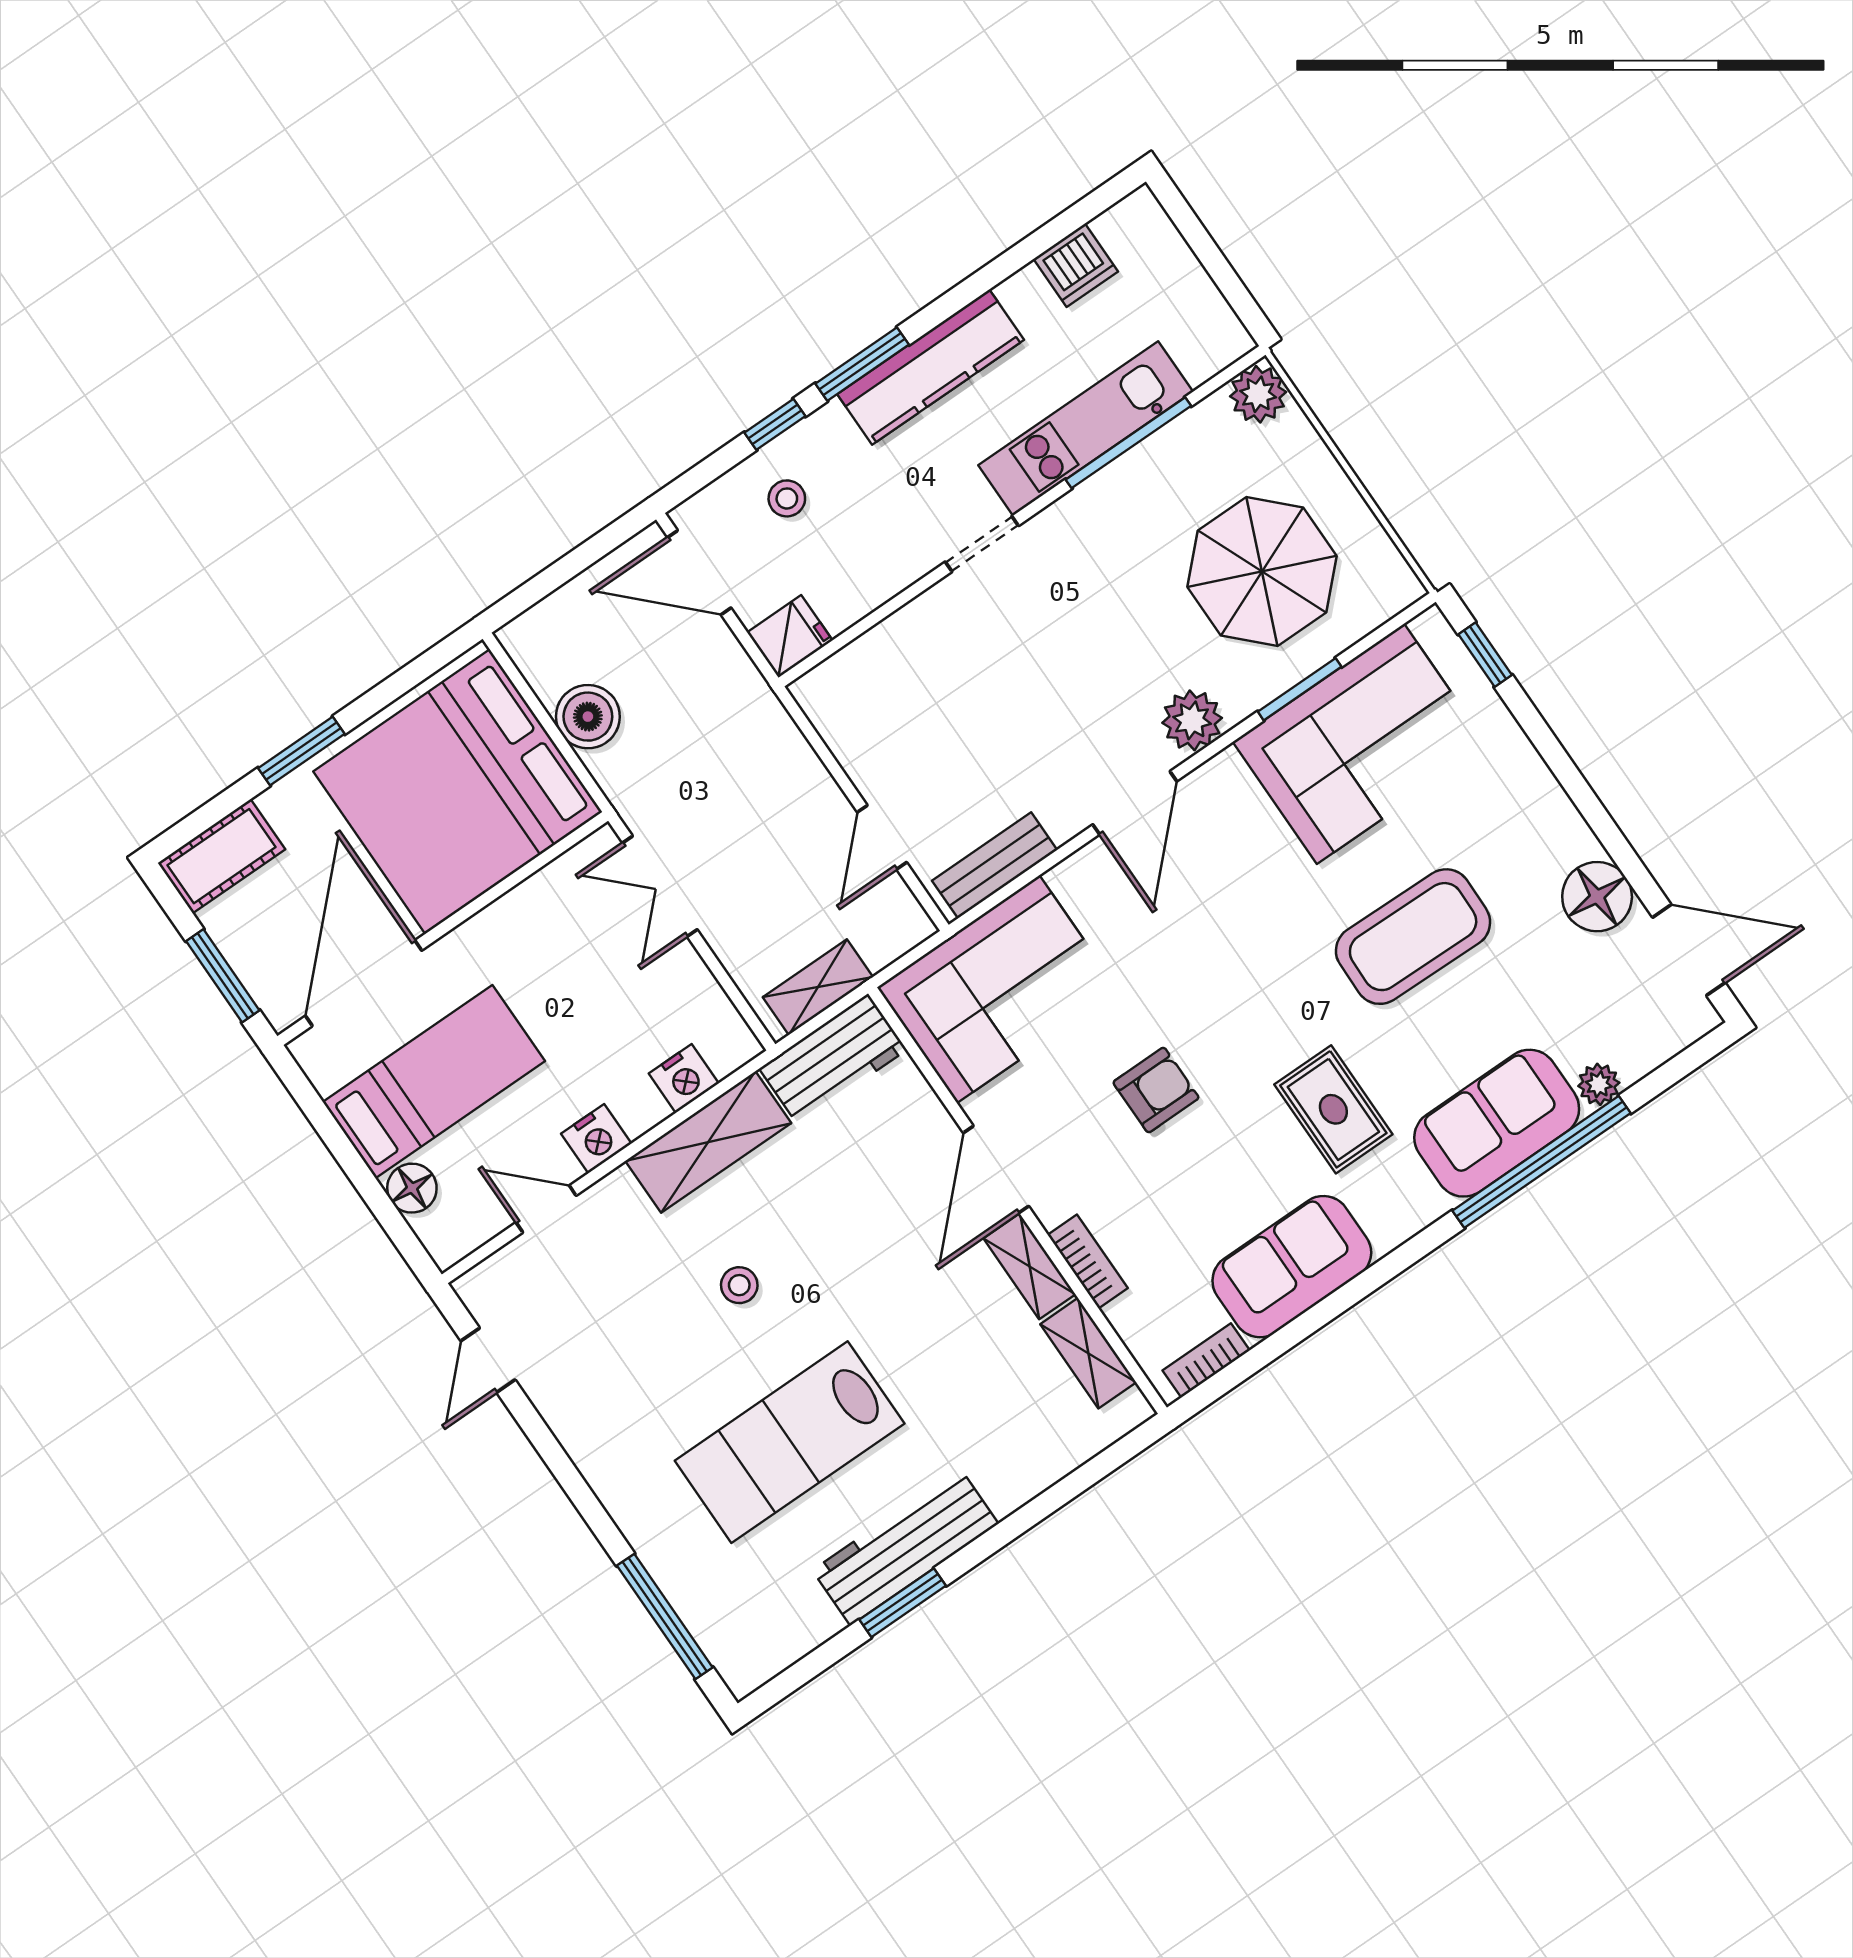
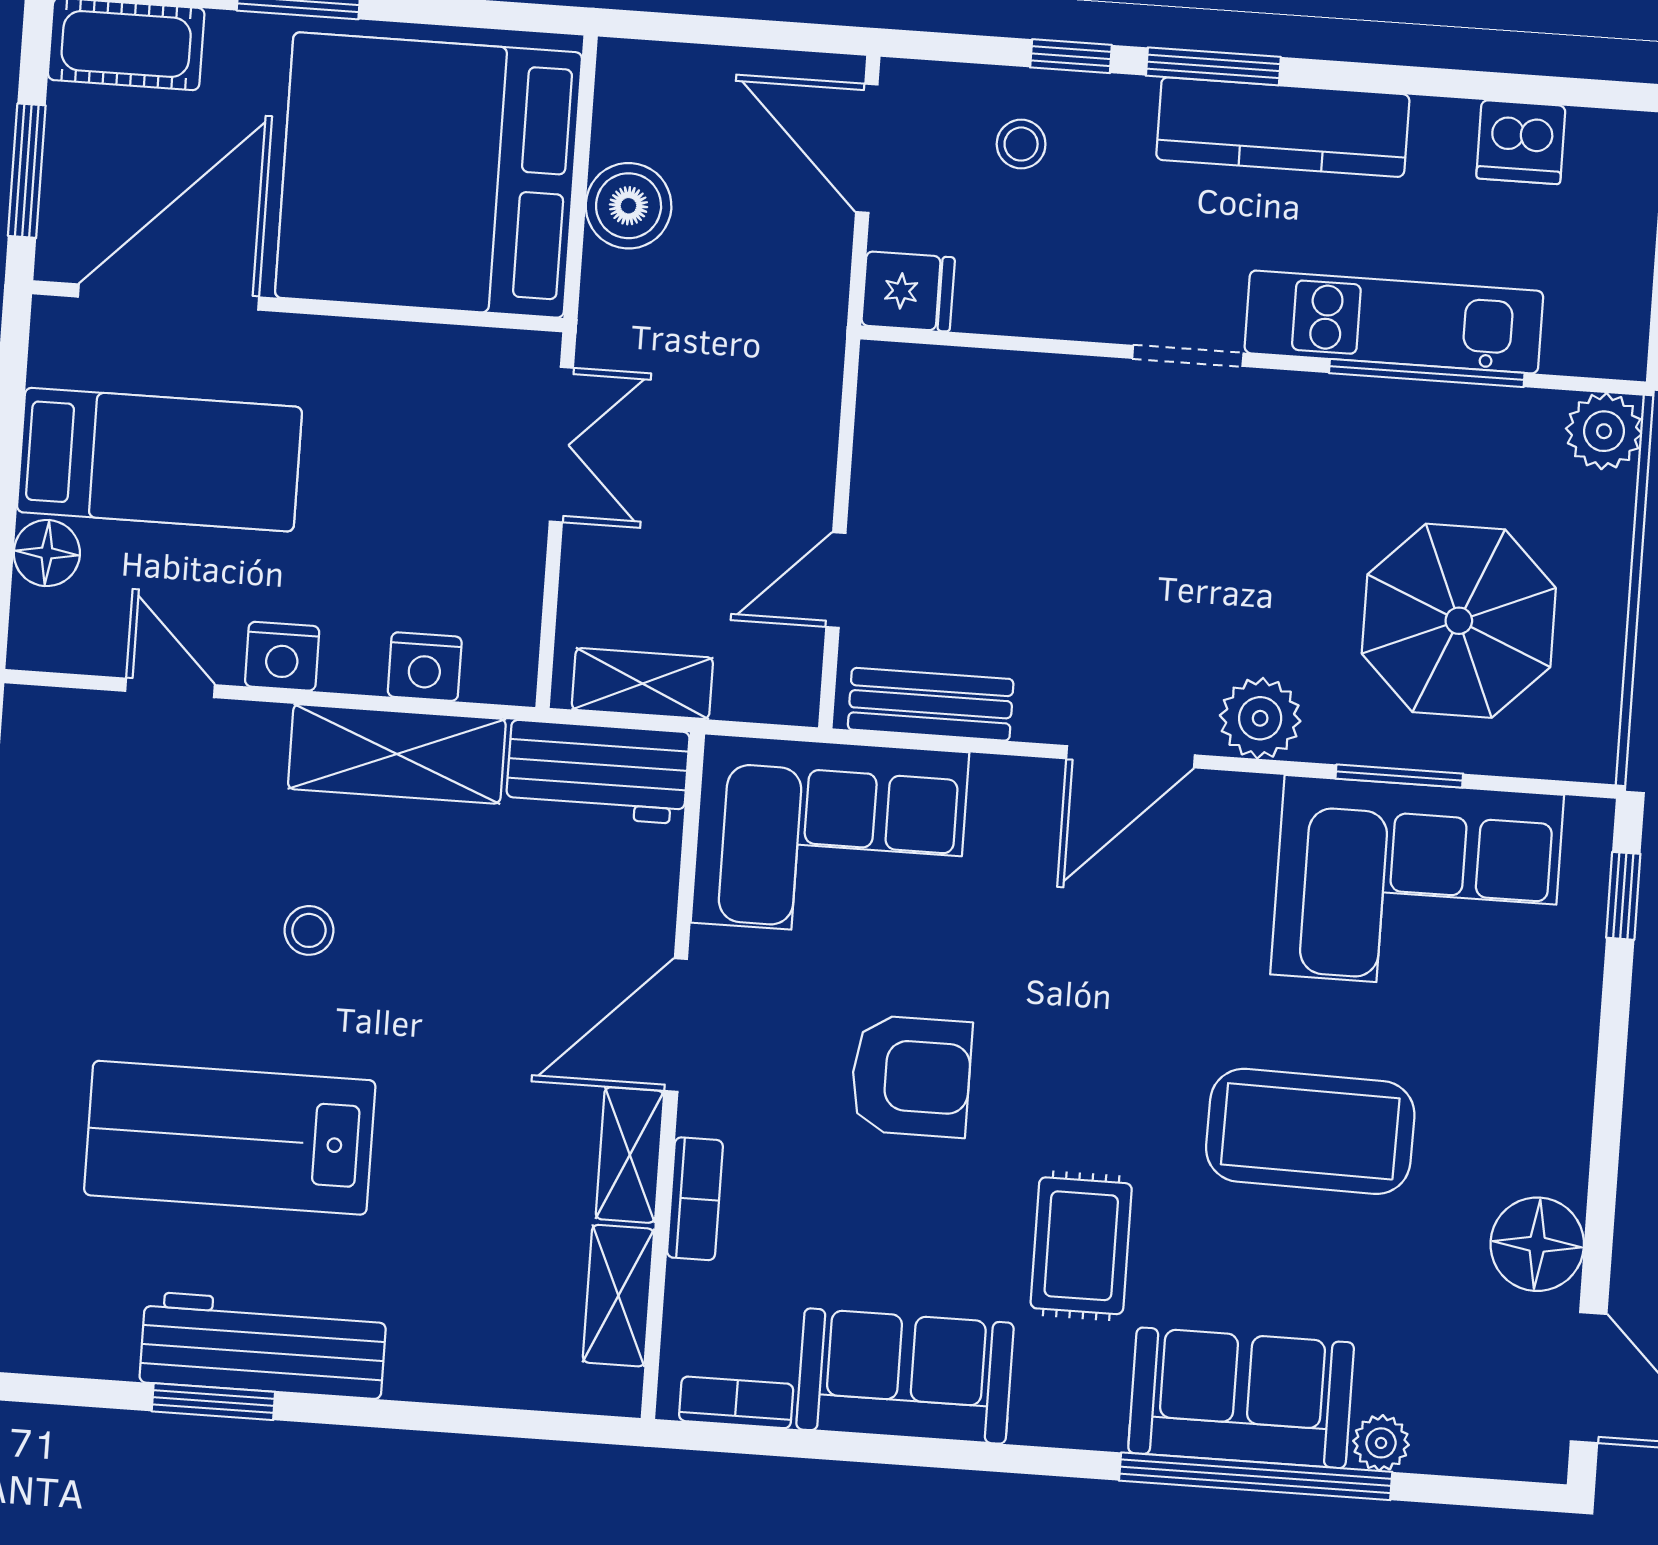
double door: (660, 886) -> (561, 445), swing flipped
armchair: (1156, 1090) -> (911, 1076), width x1.38, depth x1.38

